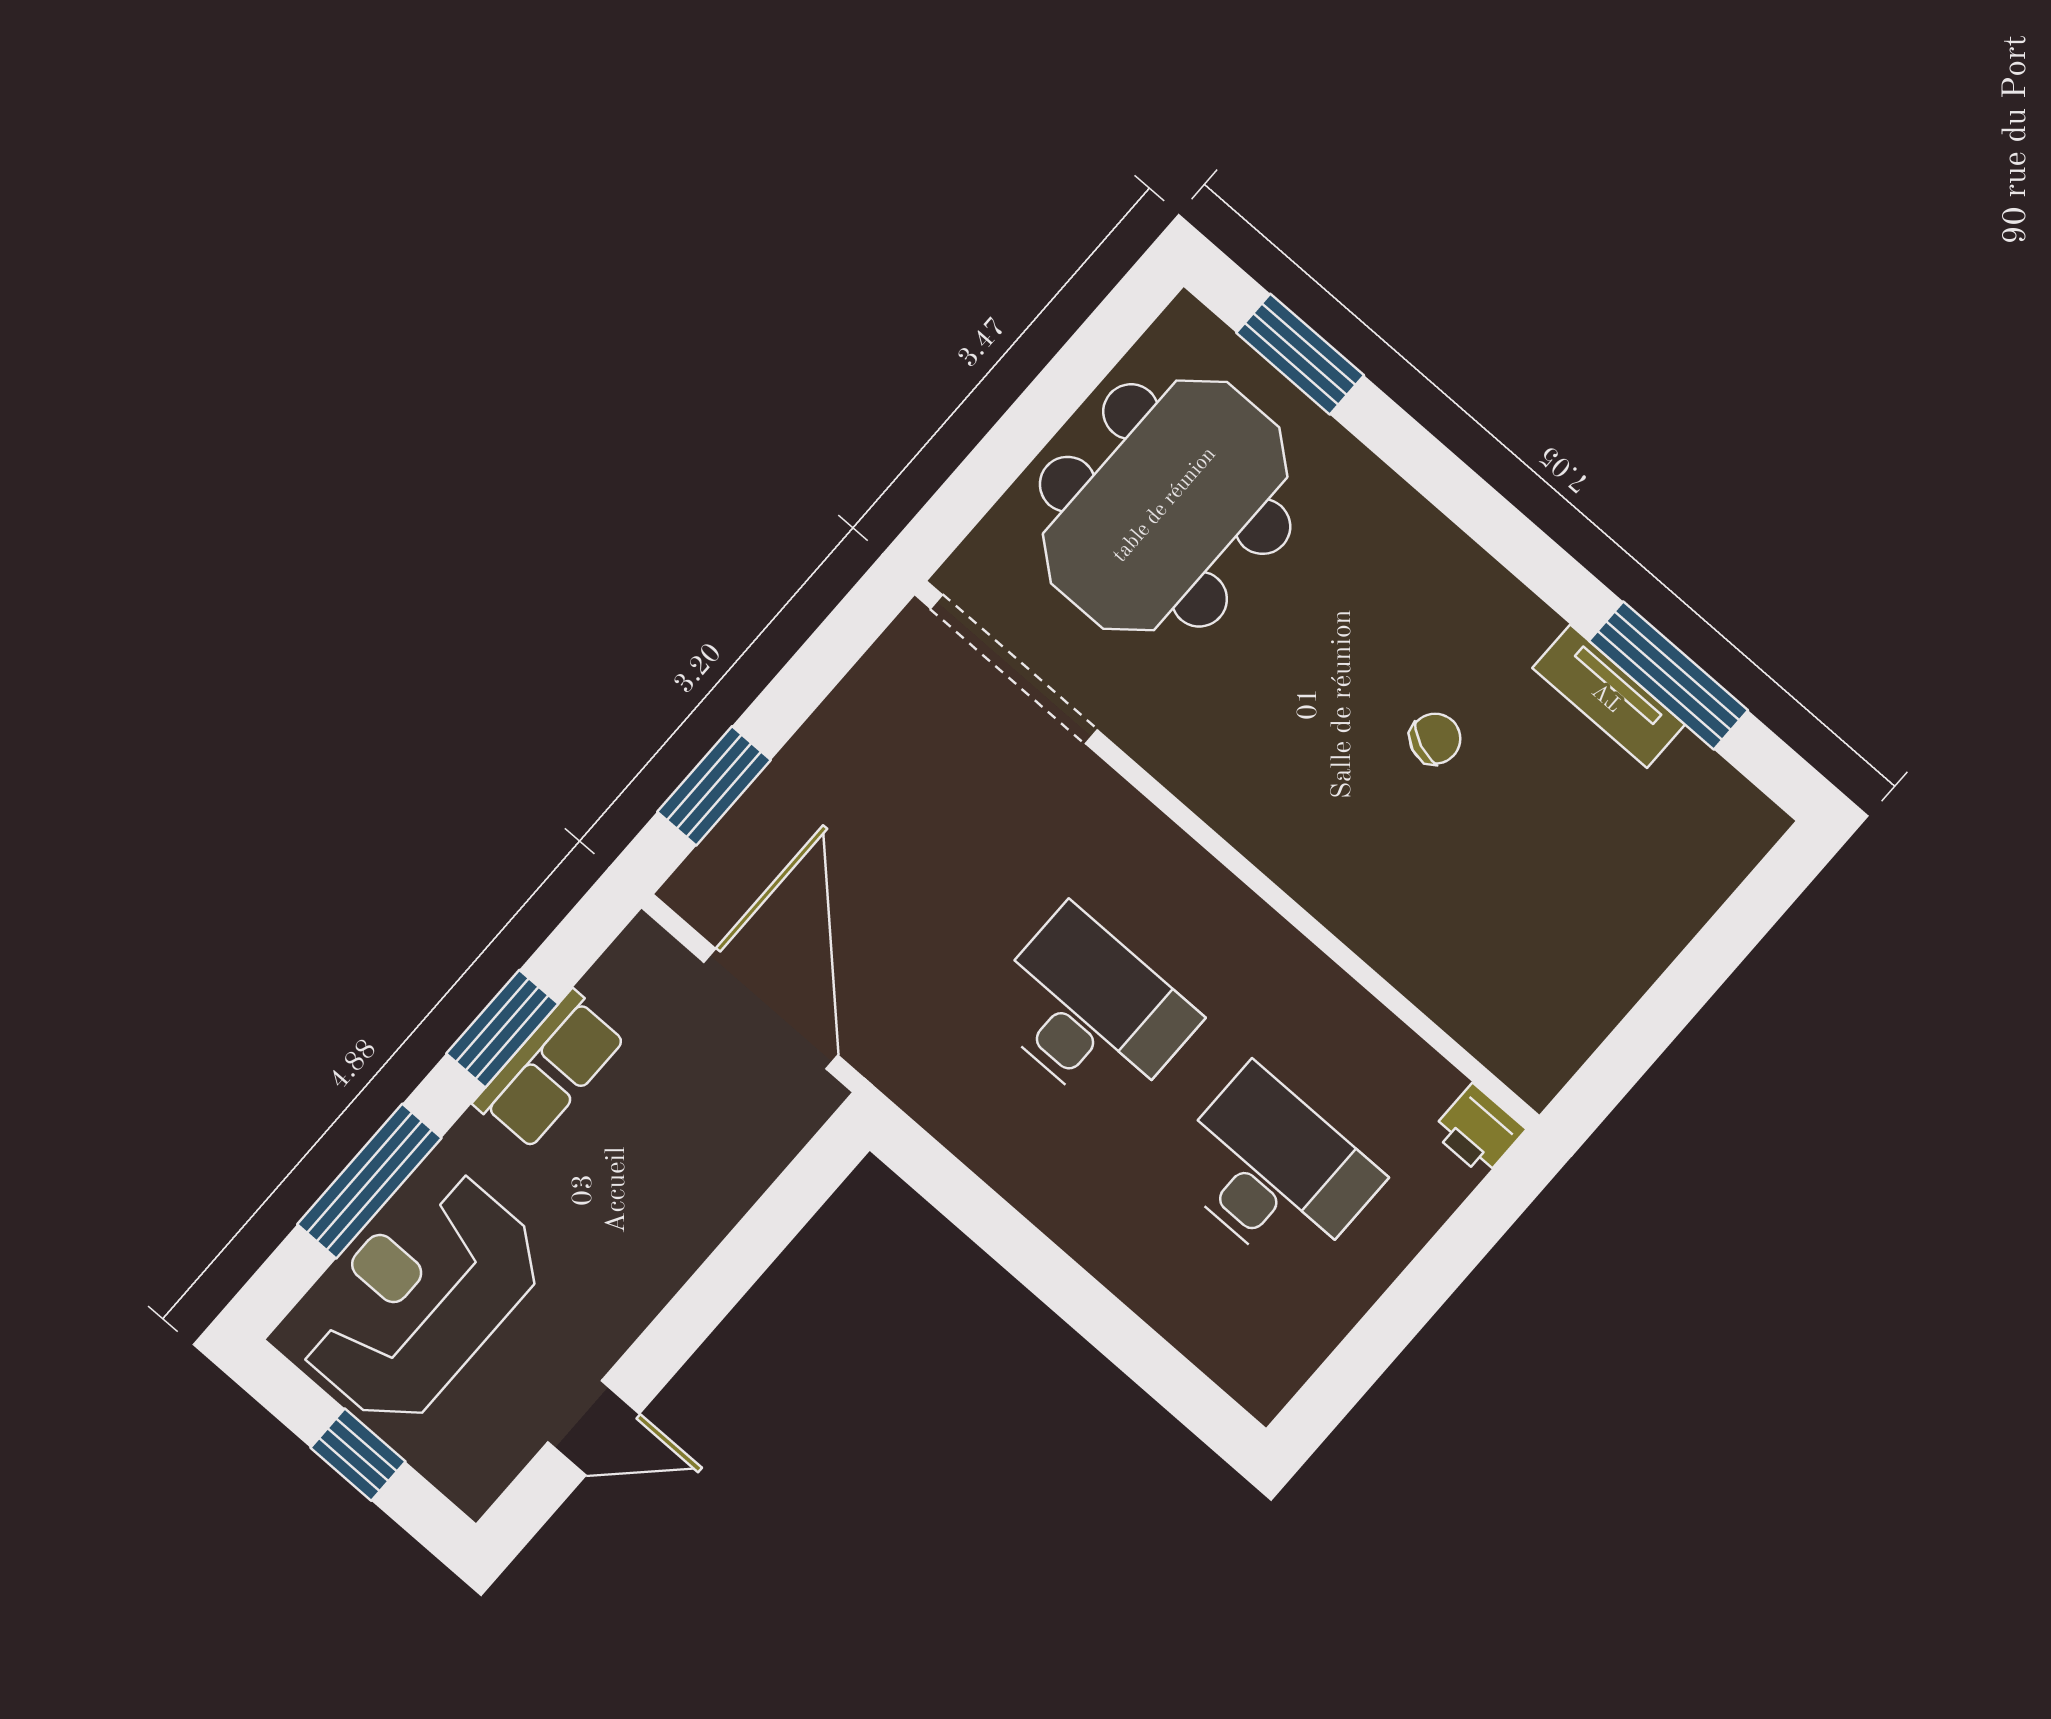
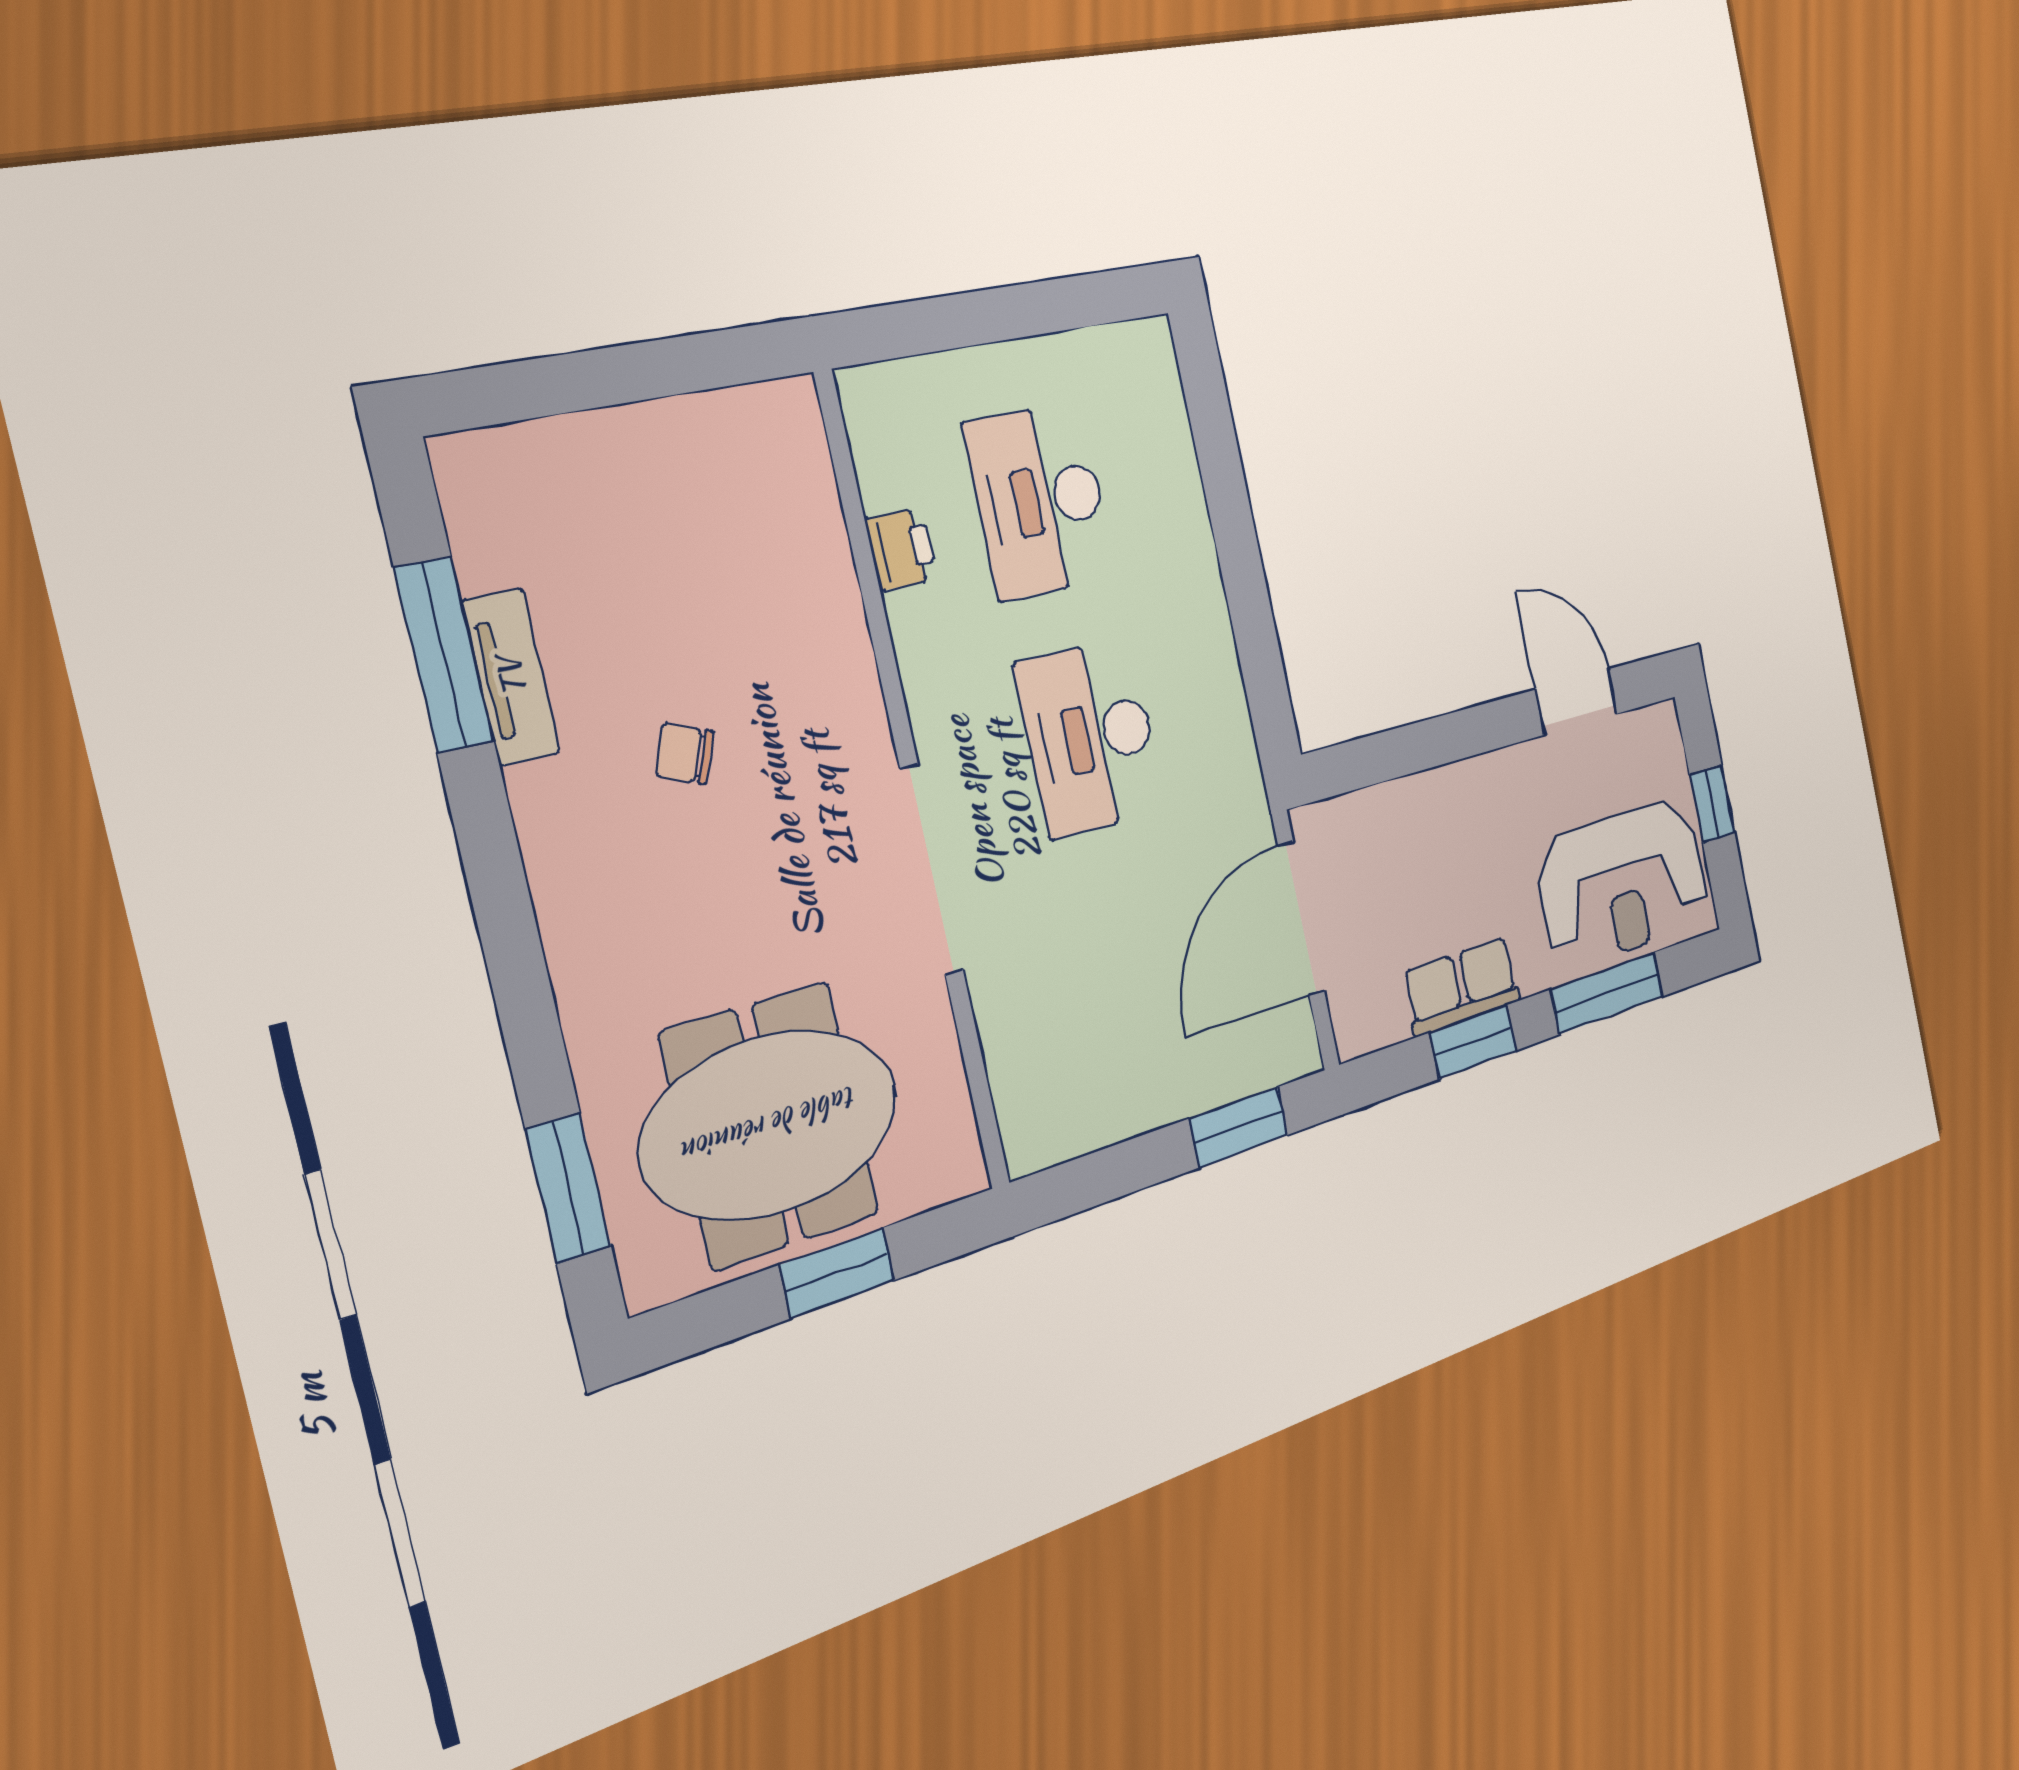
window: (1026, 428) -> (837, 1273), added
doorway: (1014, 669) -> (932, 870), moved
printer: (1478, 1130) -> (901, 549), moved
door: (594, 1428) -> (1576, 702), width x1.38

